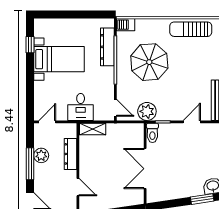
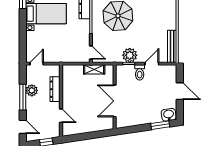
desk: (81, 107) -> (63, 52), removed
plant: (147, 111) -> (130, 55), moved
shelving: (93, 129) -> (94, 69), moved
toilet: (152, 133) -> (140, 72), moved

